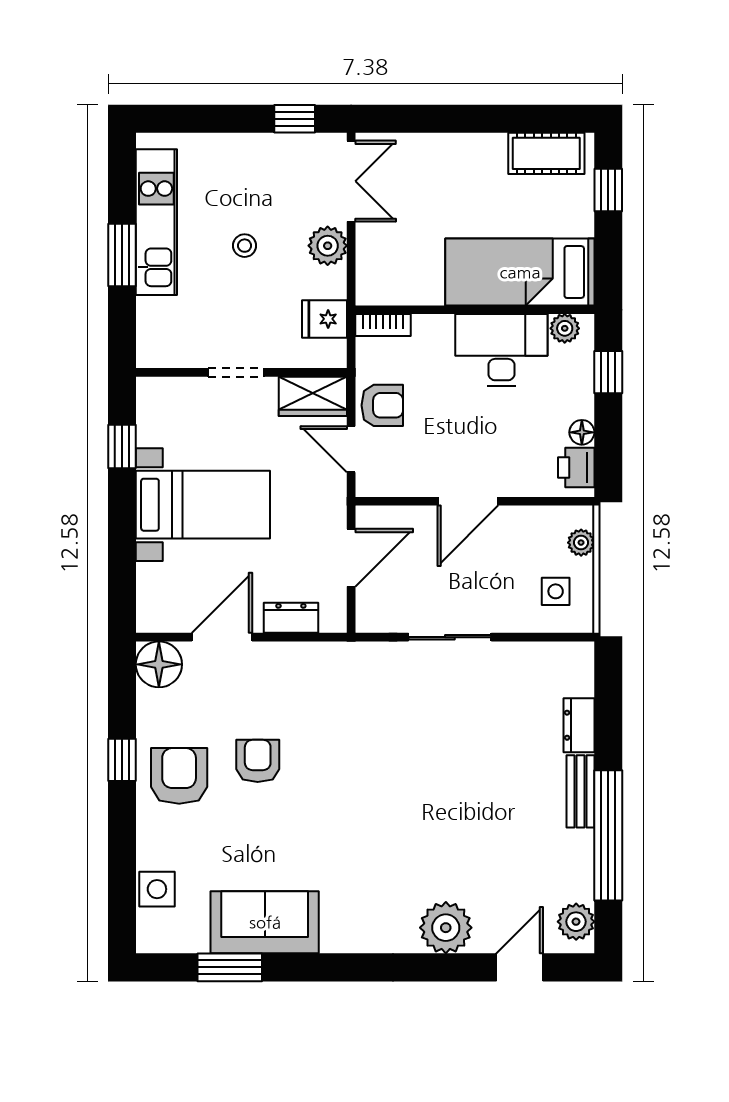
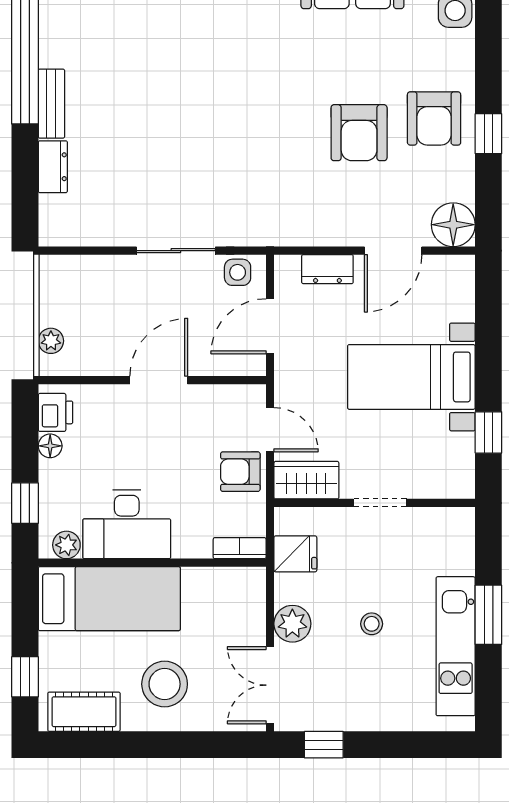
stool: (462, 182) -> (165, 684), added
side table: (556, 591) -> (238, 272), moved
armchair: (258, 761) -> (359, 133), width x1.38, depth x1.38

